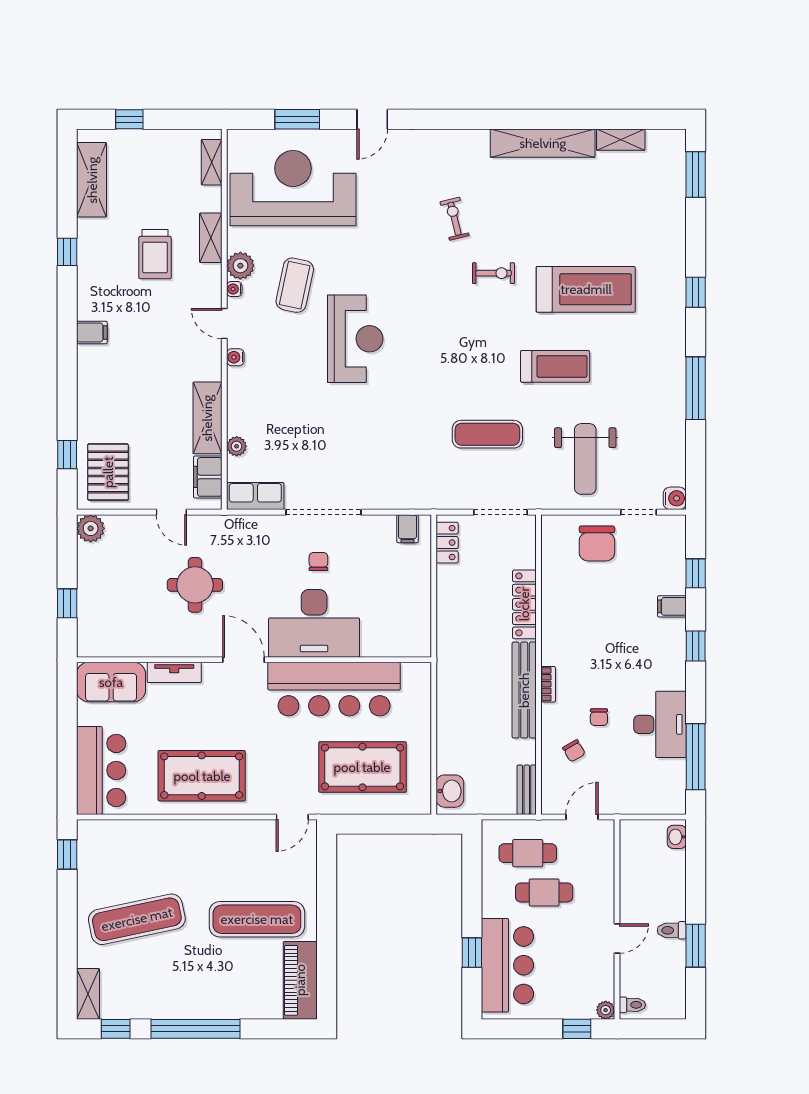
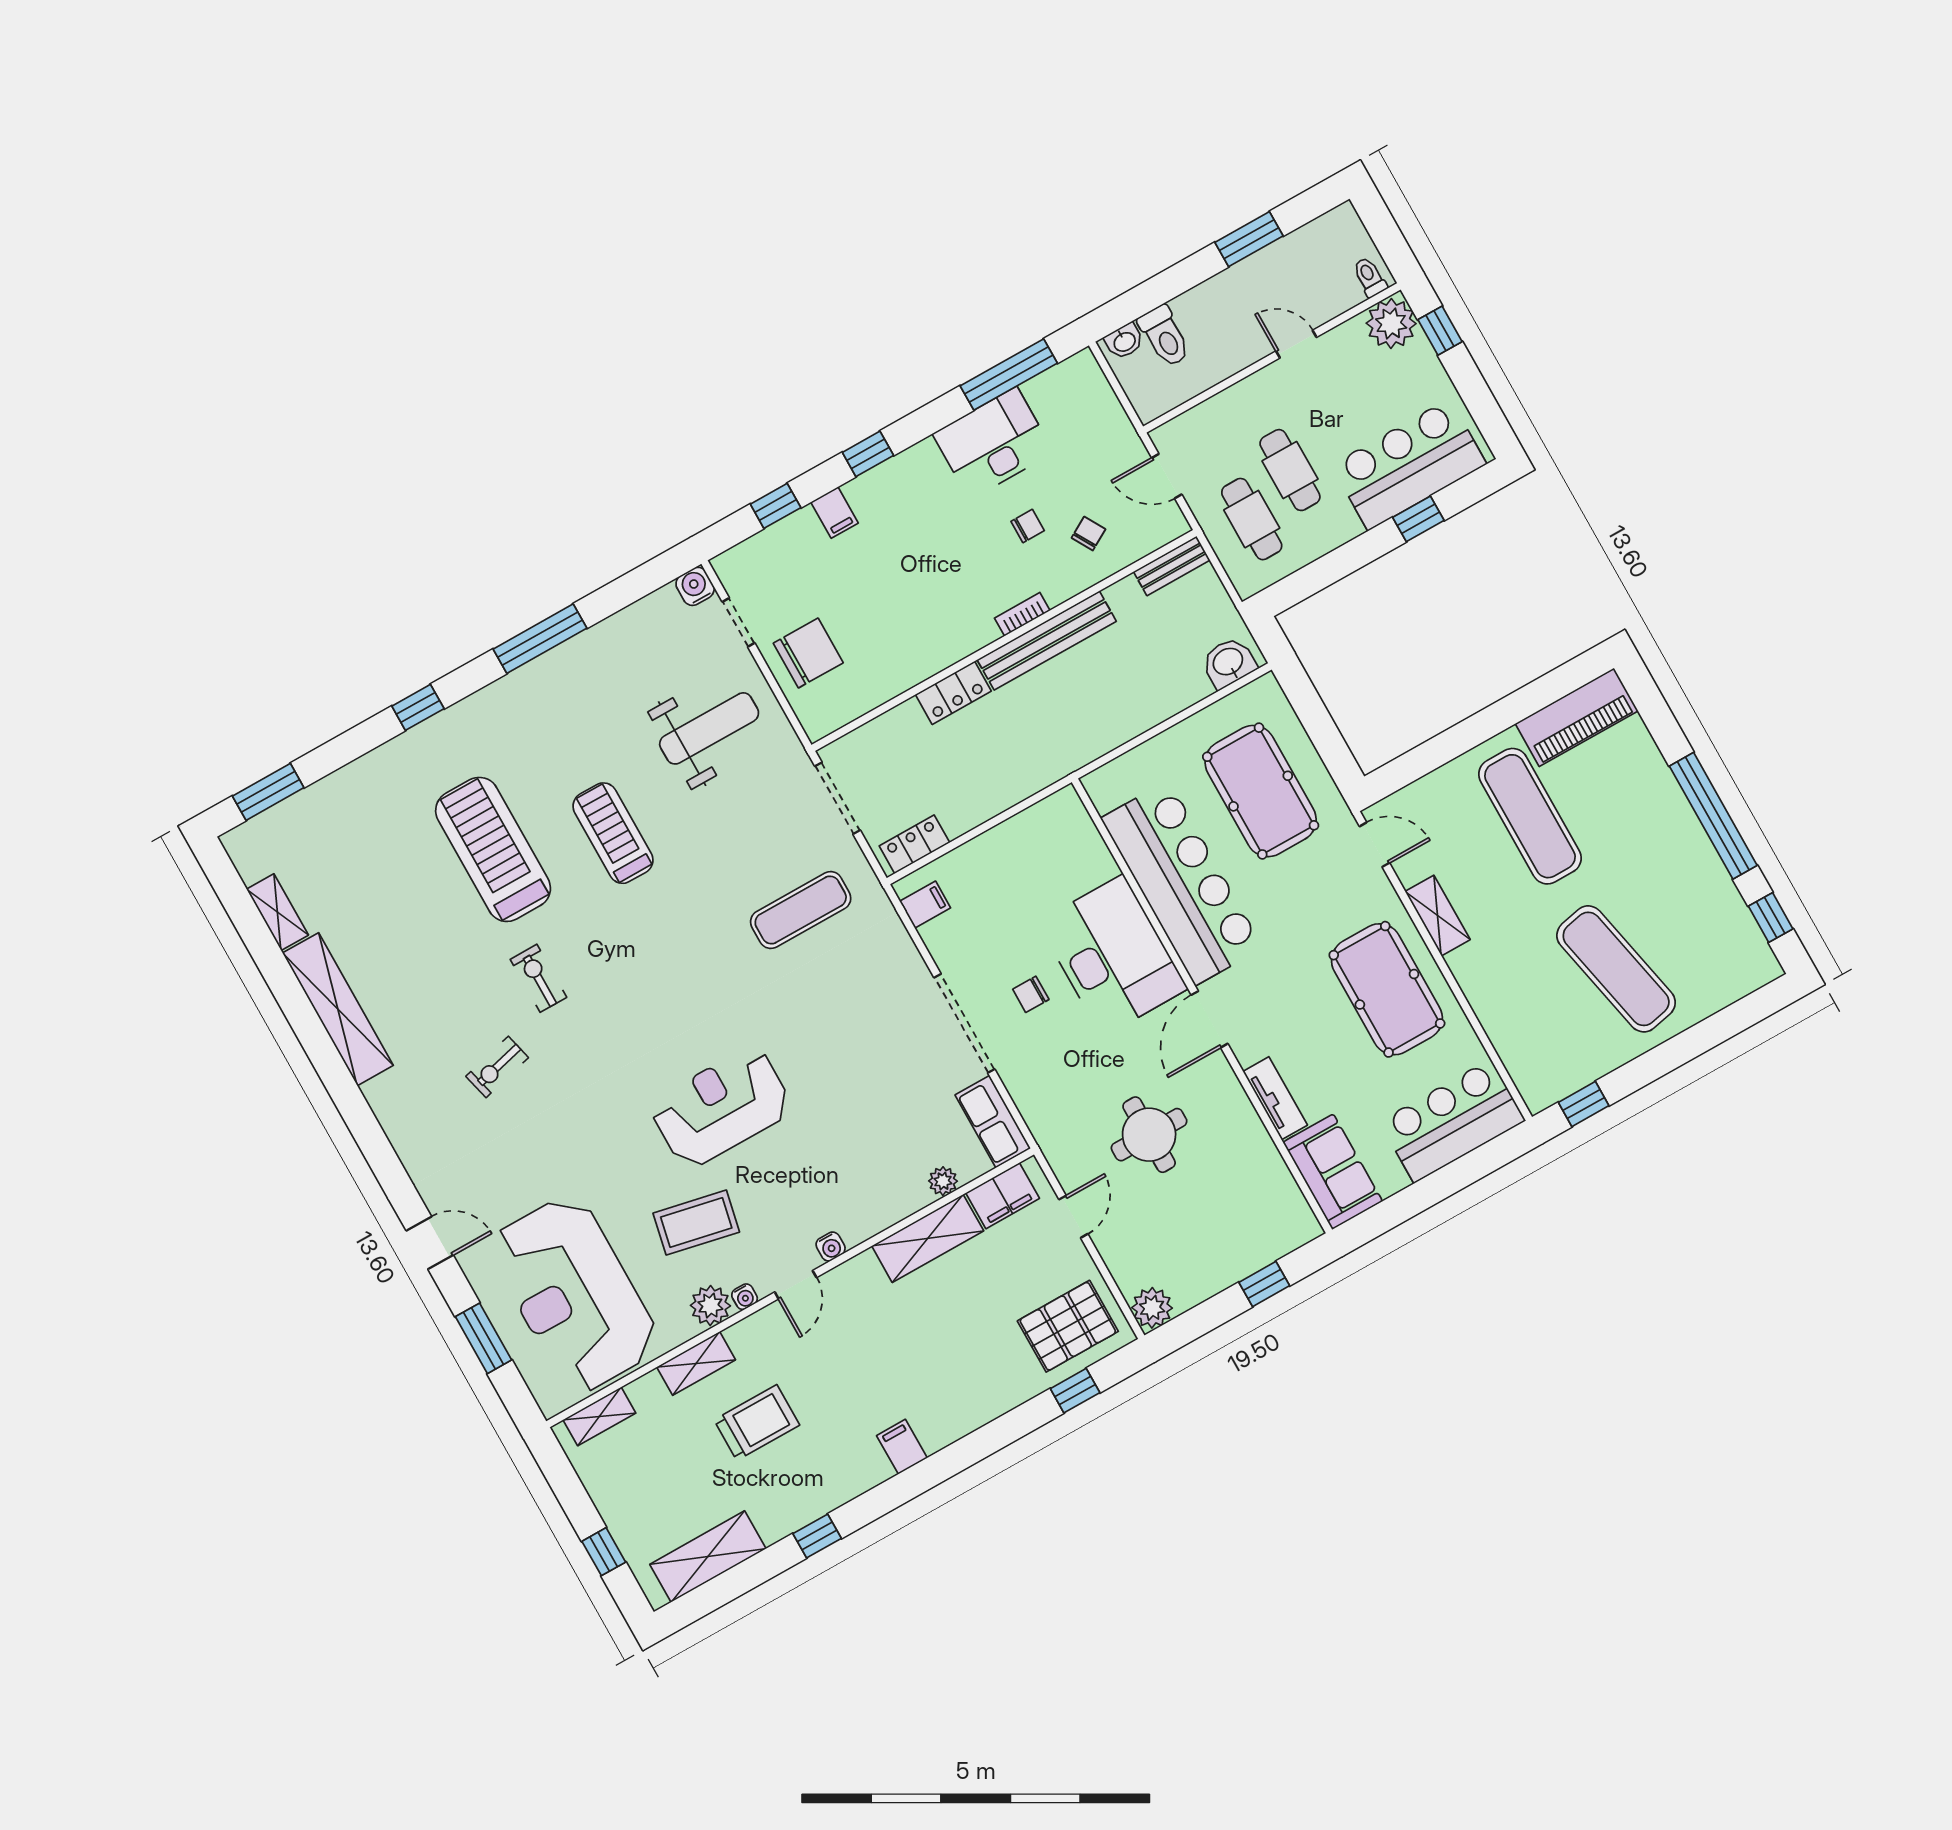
exercise mat: (487, 434) -> (801, 910), moved, turned 90
locker: (524, 604) -> (953, 693), width x0.66
toilet: (672, 930) -> (1165, 336), moved, width x1.37, depth x1.39
shelving: (88, 994) -> (1438, 916), moved, turned 90
plant: (606, 1010) -> (1391, 323), width x1.87, depth x1.87

